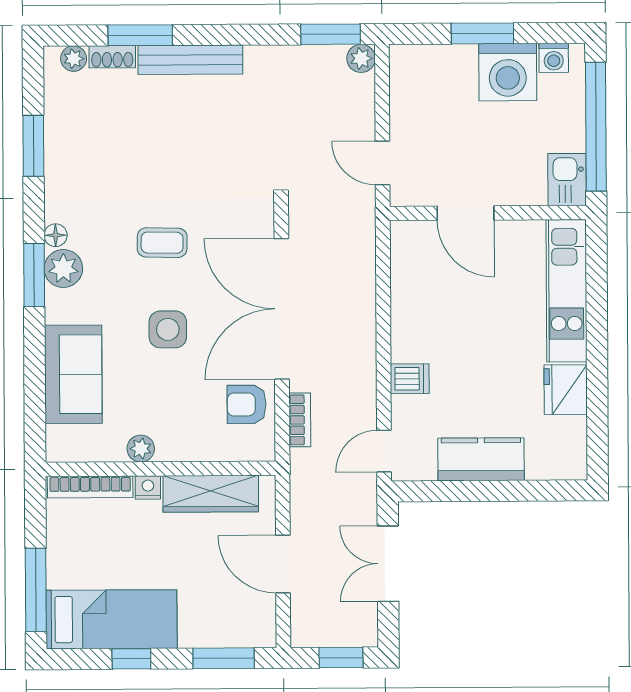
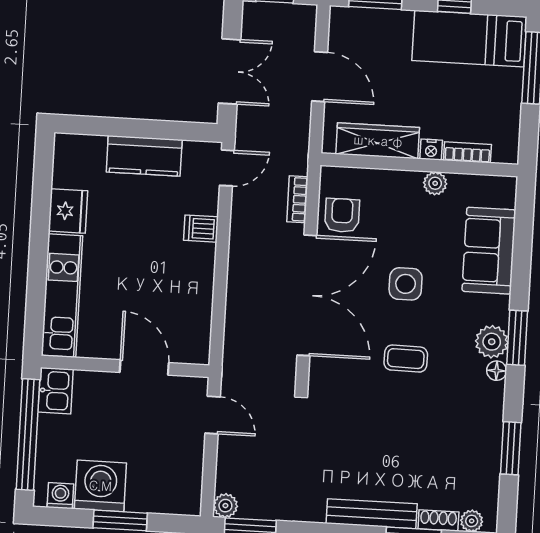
armchair: (247, 404) -> (342, 215), turned -90
bookcase: (90, 487) -> (467, 152), width x0.64

